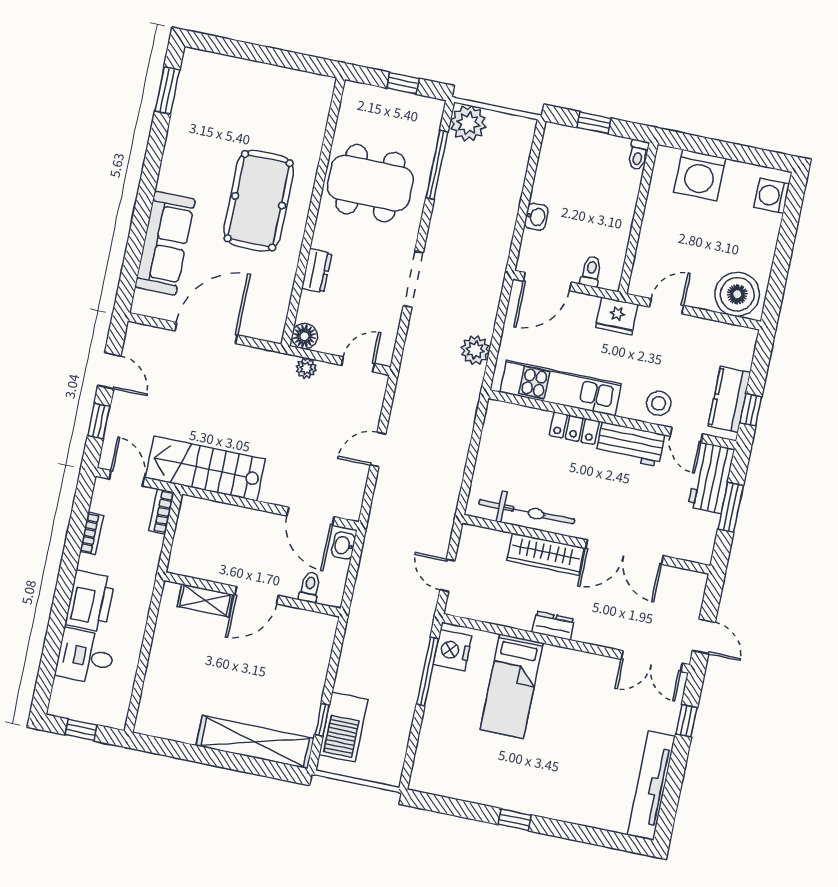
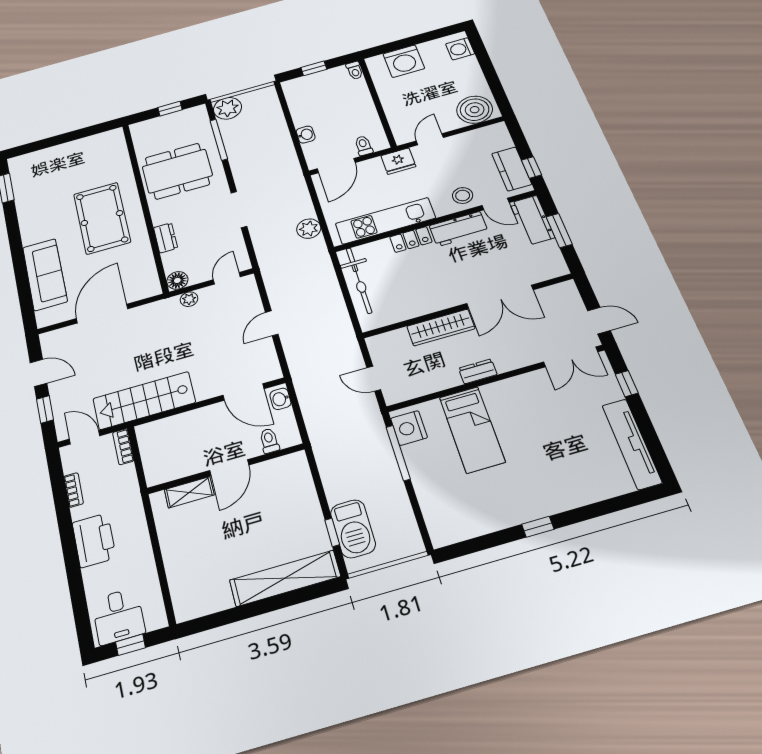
bicycle: (527, 512) -> (359, 280), moved, turned 90
desk: (85, 656) -> (118, 616), moved, turned -90

